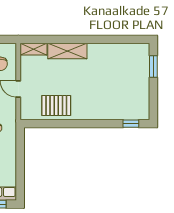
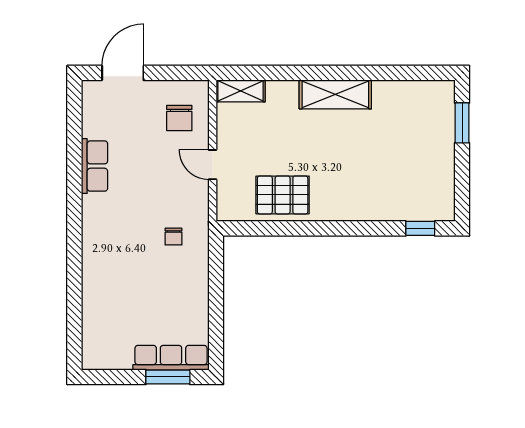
shelving: (67, 51) -> (335, 94), moved

